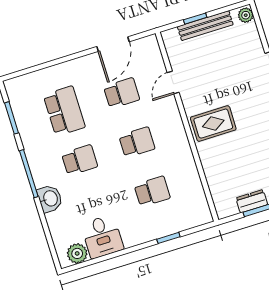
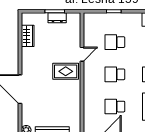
door: (173, 83) -> (82, 54), moved

